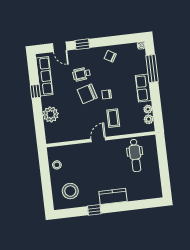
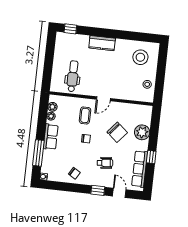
chair: (87, 94) -> (117, 132), moved, turned 56
window: (94, 210) -> (70, 29), moved

